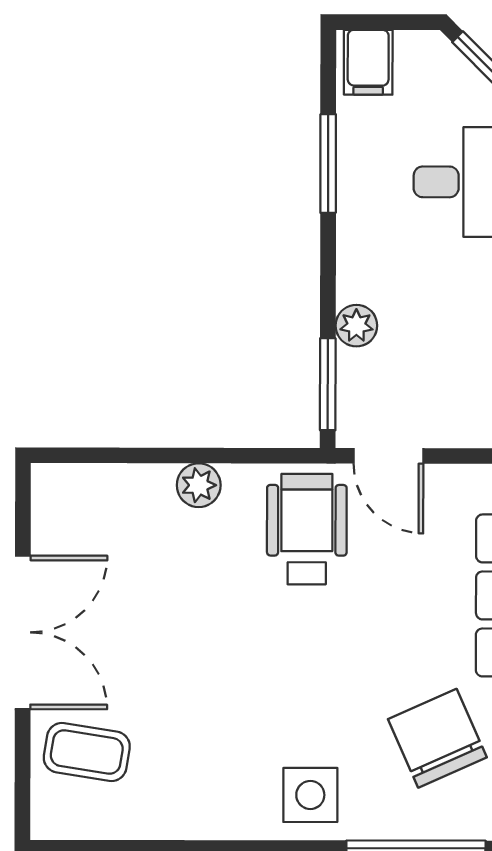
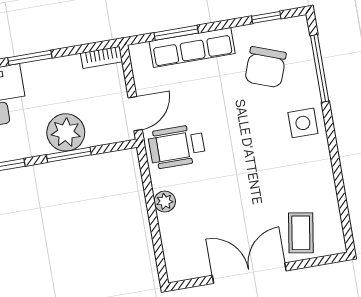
plant: (356, 326) -> (66, 132), width x1.88, depth x1.88
window: (328, 384) -> (69, 155), moved
chair: (437, 738) -> (266, 67), turned -46

